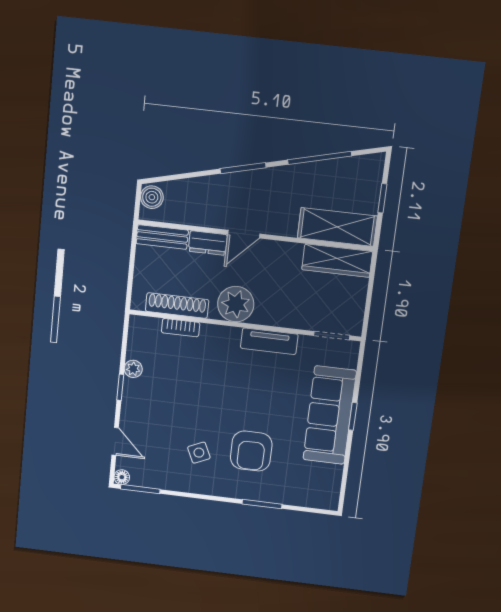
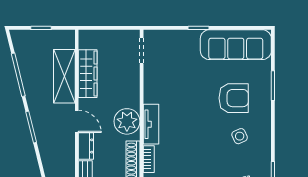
shelving: (337, 227) -> (64, 76), moved
wardrobe: (337, 261) -> (88, 74), moved
tv unit: (269, 341) -> (151, 124), moved
sofa: (330, 415) -> (236, 45), moved

